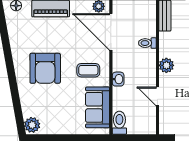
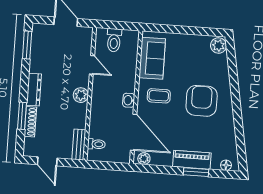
toilet: (147, 43) -> (96, 144), moved
washbasin: (118, 79) -> (129, 100), moved
toilet: (119, 123) -> (114, 40), moved

